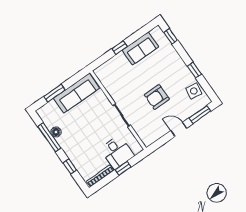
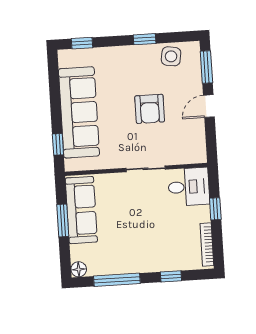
window: (120, 48) -> (58, 144), moved
sofa: (140, 48) -> (79, 112), width x1.85, depth x1.27
window: (54, 93) -> (63, 220), moved
floor lamp: (56, 132) -> (79, 269), moved
desk: (117, 152) -> (189, 187), moved

